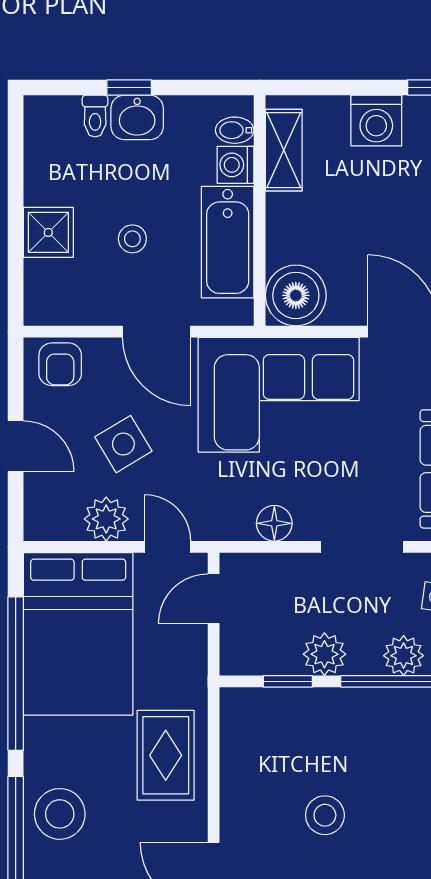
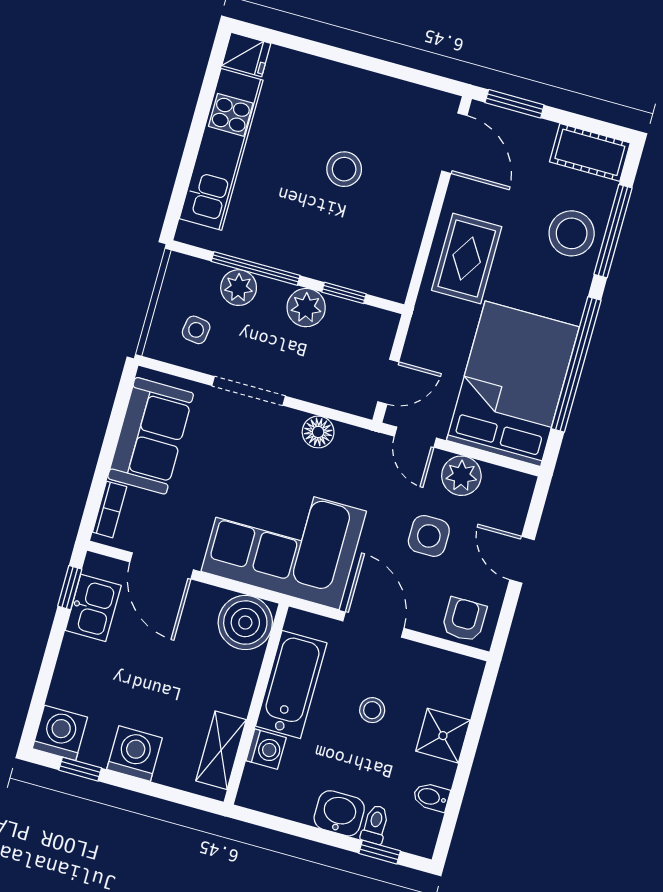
window: (129, 88) -> (380, 852), moved
bidet: (235, 130) -> (431, 797), moved, turned 180
side table: (123, 444) -> (429, 536), turned 31

